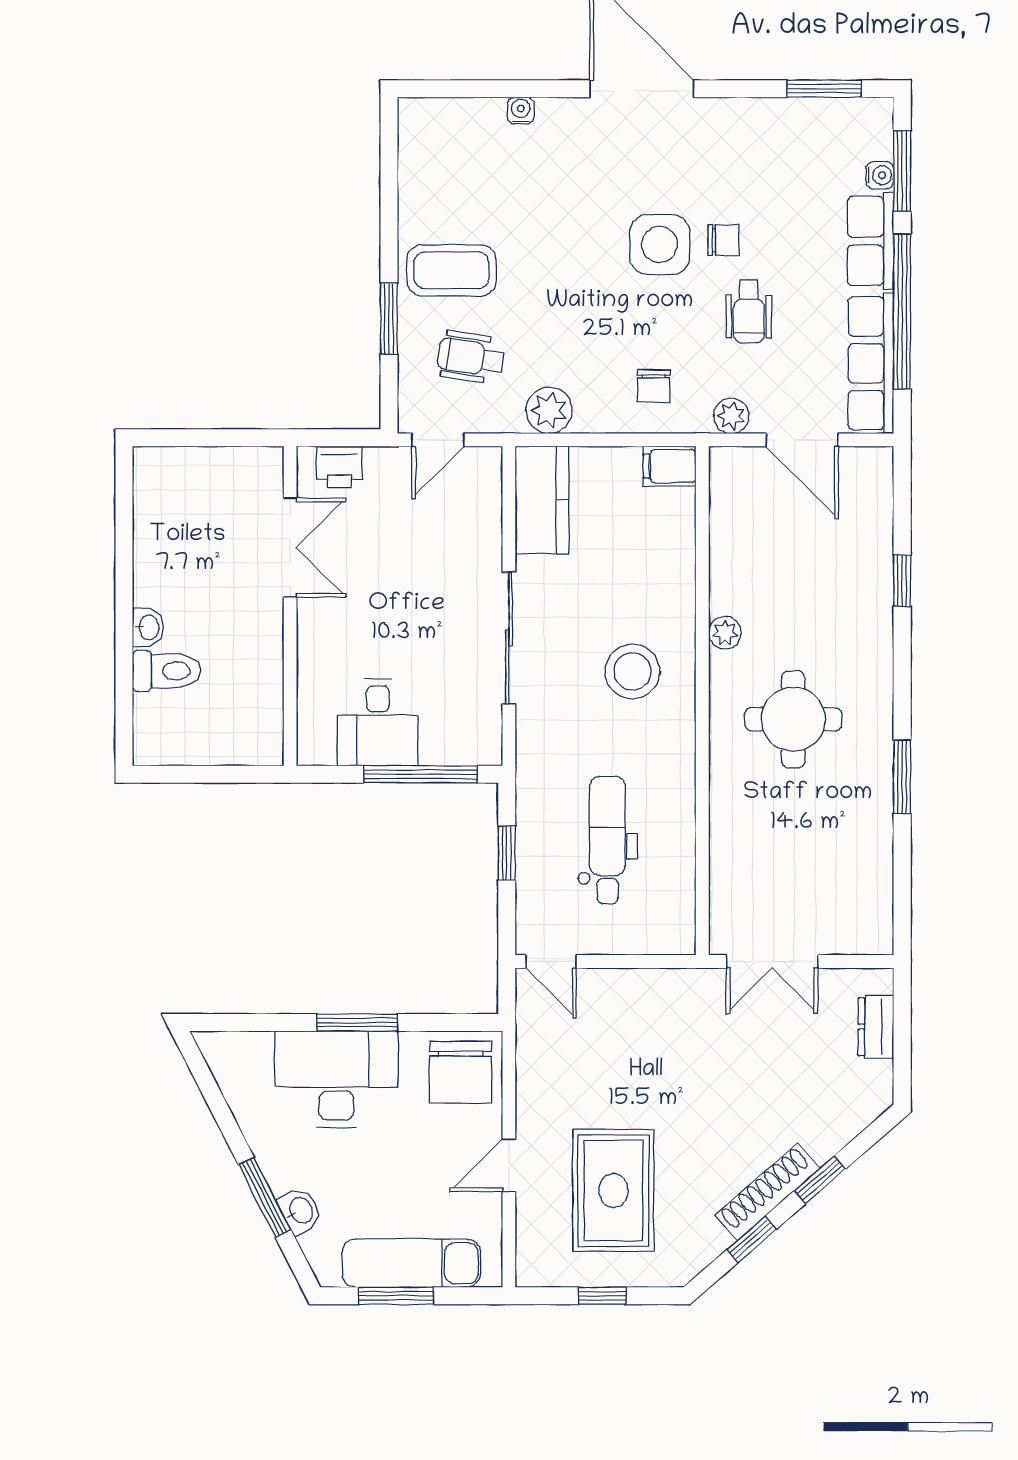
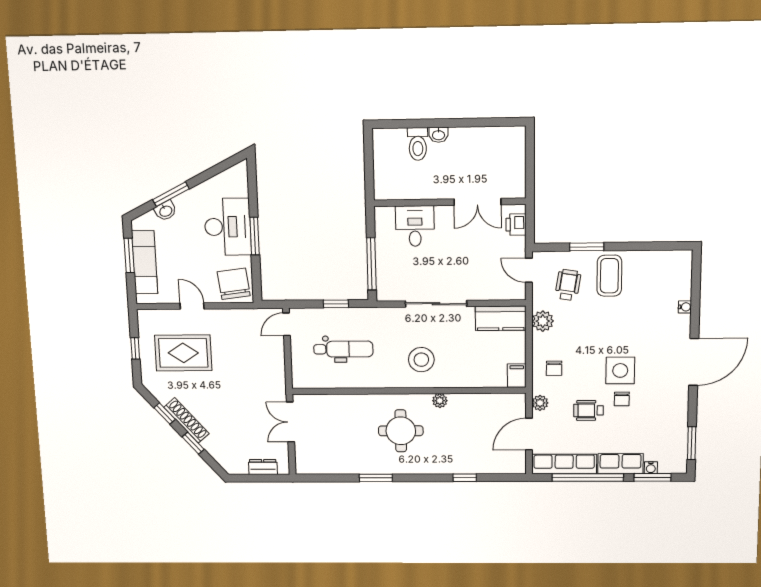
chair: (654, 386) -> (554, 368), turned -90
desk: (378, 722) -> (415, 226), moved, turned 90
chair: (461, 1072) -> (234, 284), turned 83

